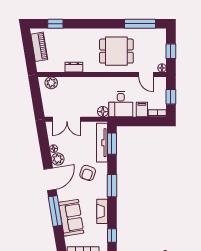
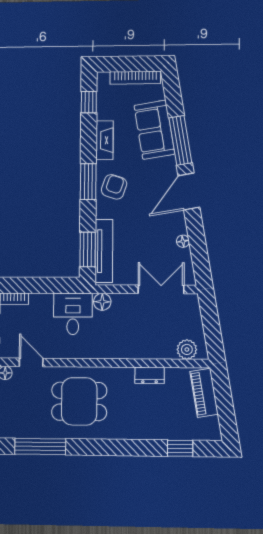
piano: (39, 47) -> (204, 393), moved
filing cabinet: (142, 109) -> (39, 305), removed
plant: (58, 159) -> (176, 224), removed
armchair: (88, 173) -> (114, 187), moved

